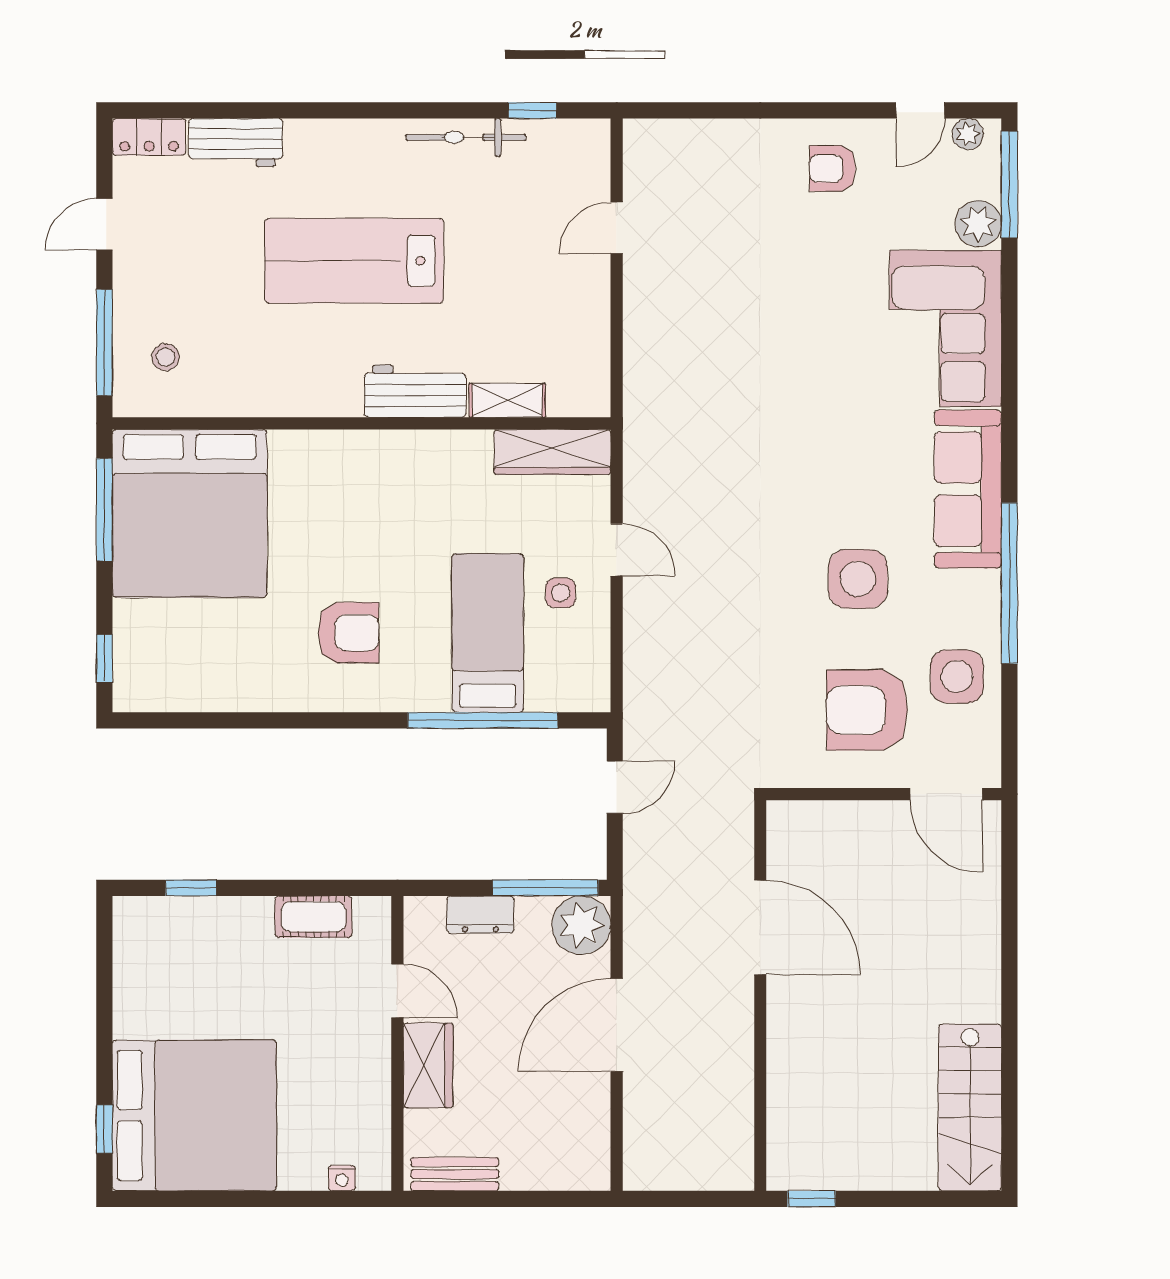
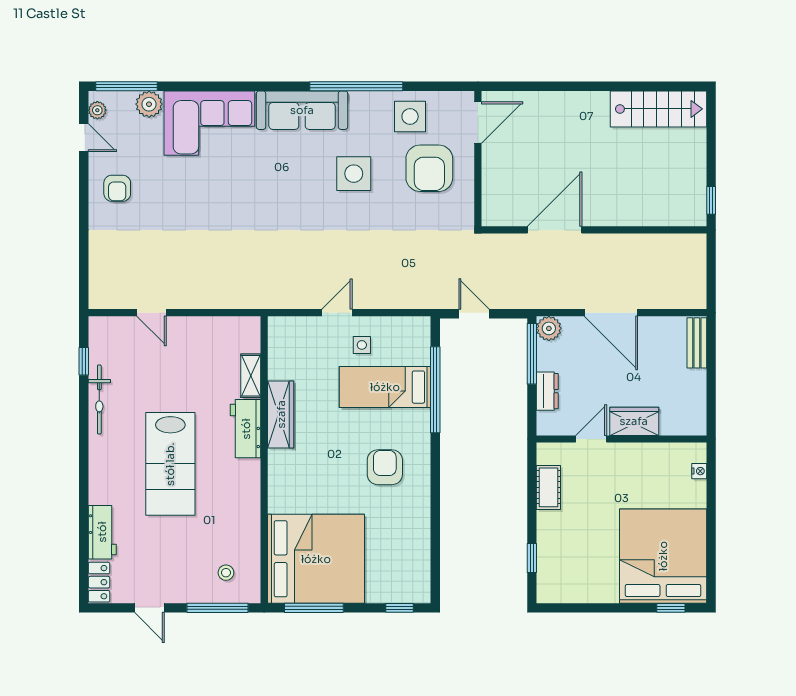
wardrobe: (552, 452) -> (281, 414), moved
plant: (581, 925) -> (549, 328), width x0.73, depth x0.73
bench: (455, 1174) -> (697, 343), moved

